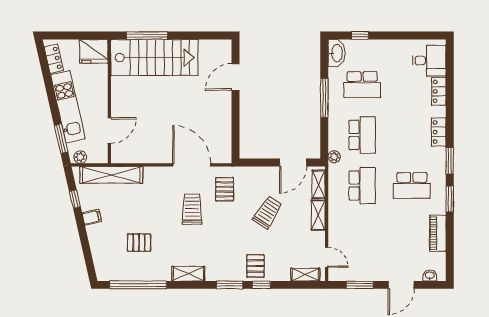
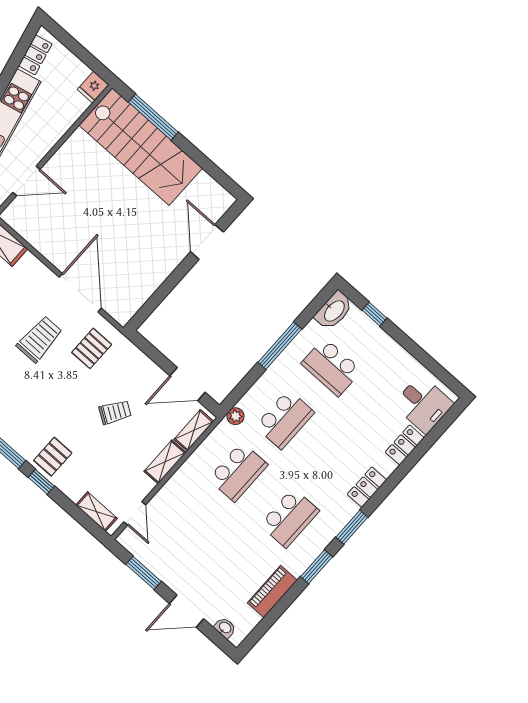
fridge: (94, 51) -> (93, 87), width x0.53, depth x0.75
door: (236, 77) -> (207, 242), hinge flipped
school desk: (412, 185) -> (290, 518), turned -90
trolley: (268, 212) -> (115, 412), width x0.73, depth x0.72

